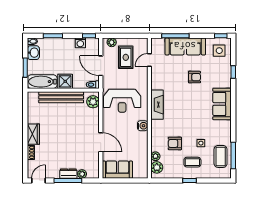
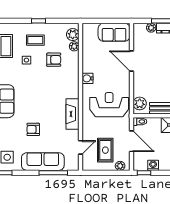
fireplace: (157, 105) -> (73, 114), moved

